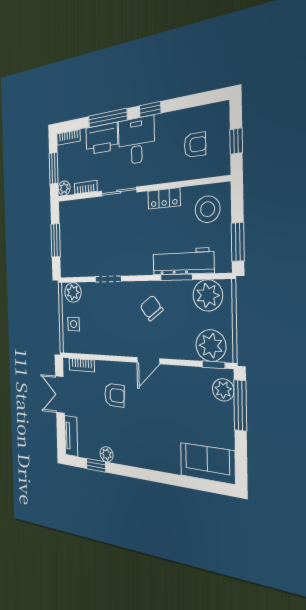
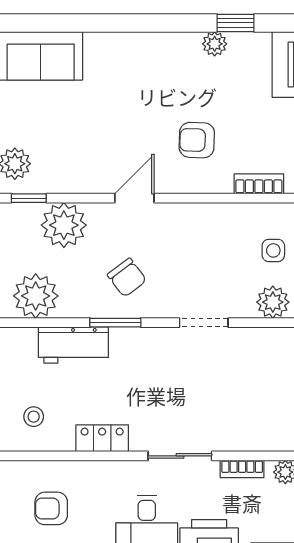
stool: (208, 209) -> (34, 417), width x0.53, depth x0.53
workbench: (183, 261) -> (73, 345), width x0.73
window: (176, 277) -> (115, 323), moved
plant: (211, 346) -> (64, 225), moved

